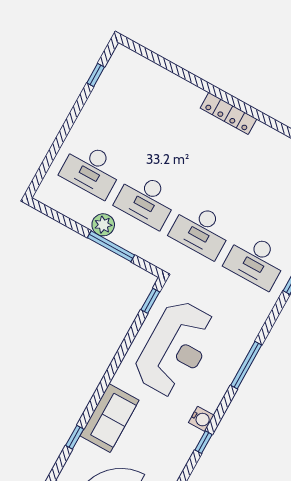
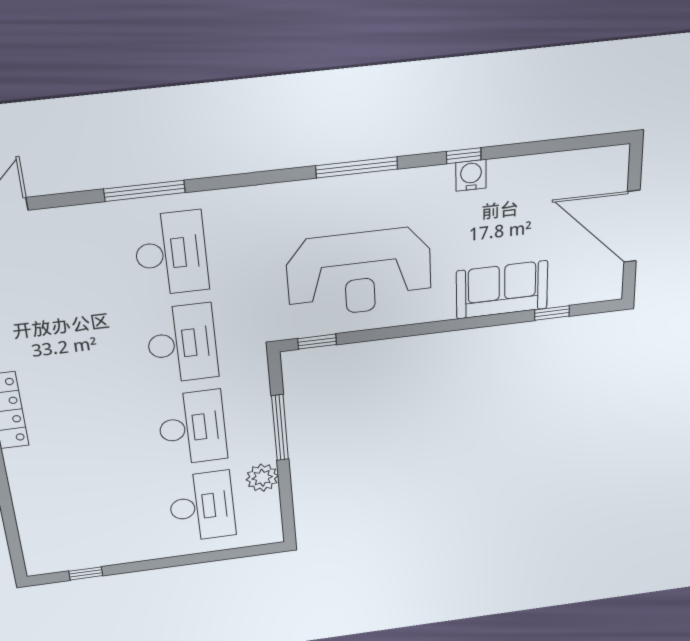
plant: (103, 225) -> (262, 478), moved
reception desk: (175, 349) -> (359, 273), turned 180
window: (246, 365) -> (357, 167), moved
water cooler: (201, 419) -> (471, 175), moved

